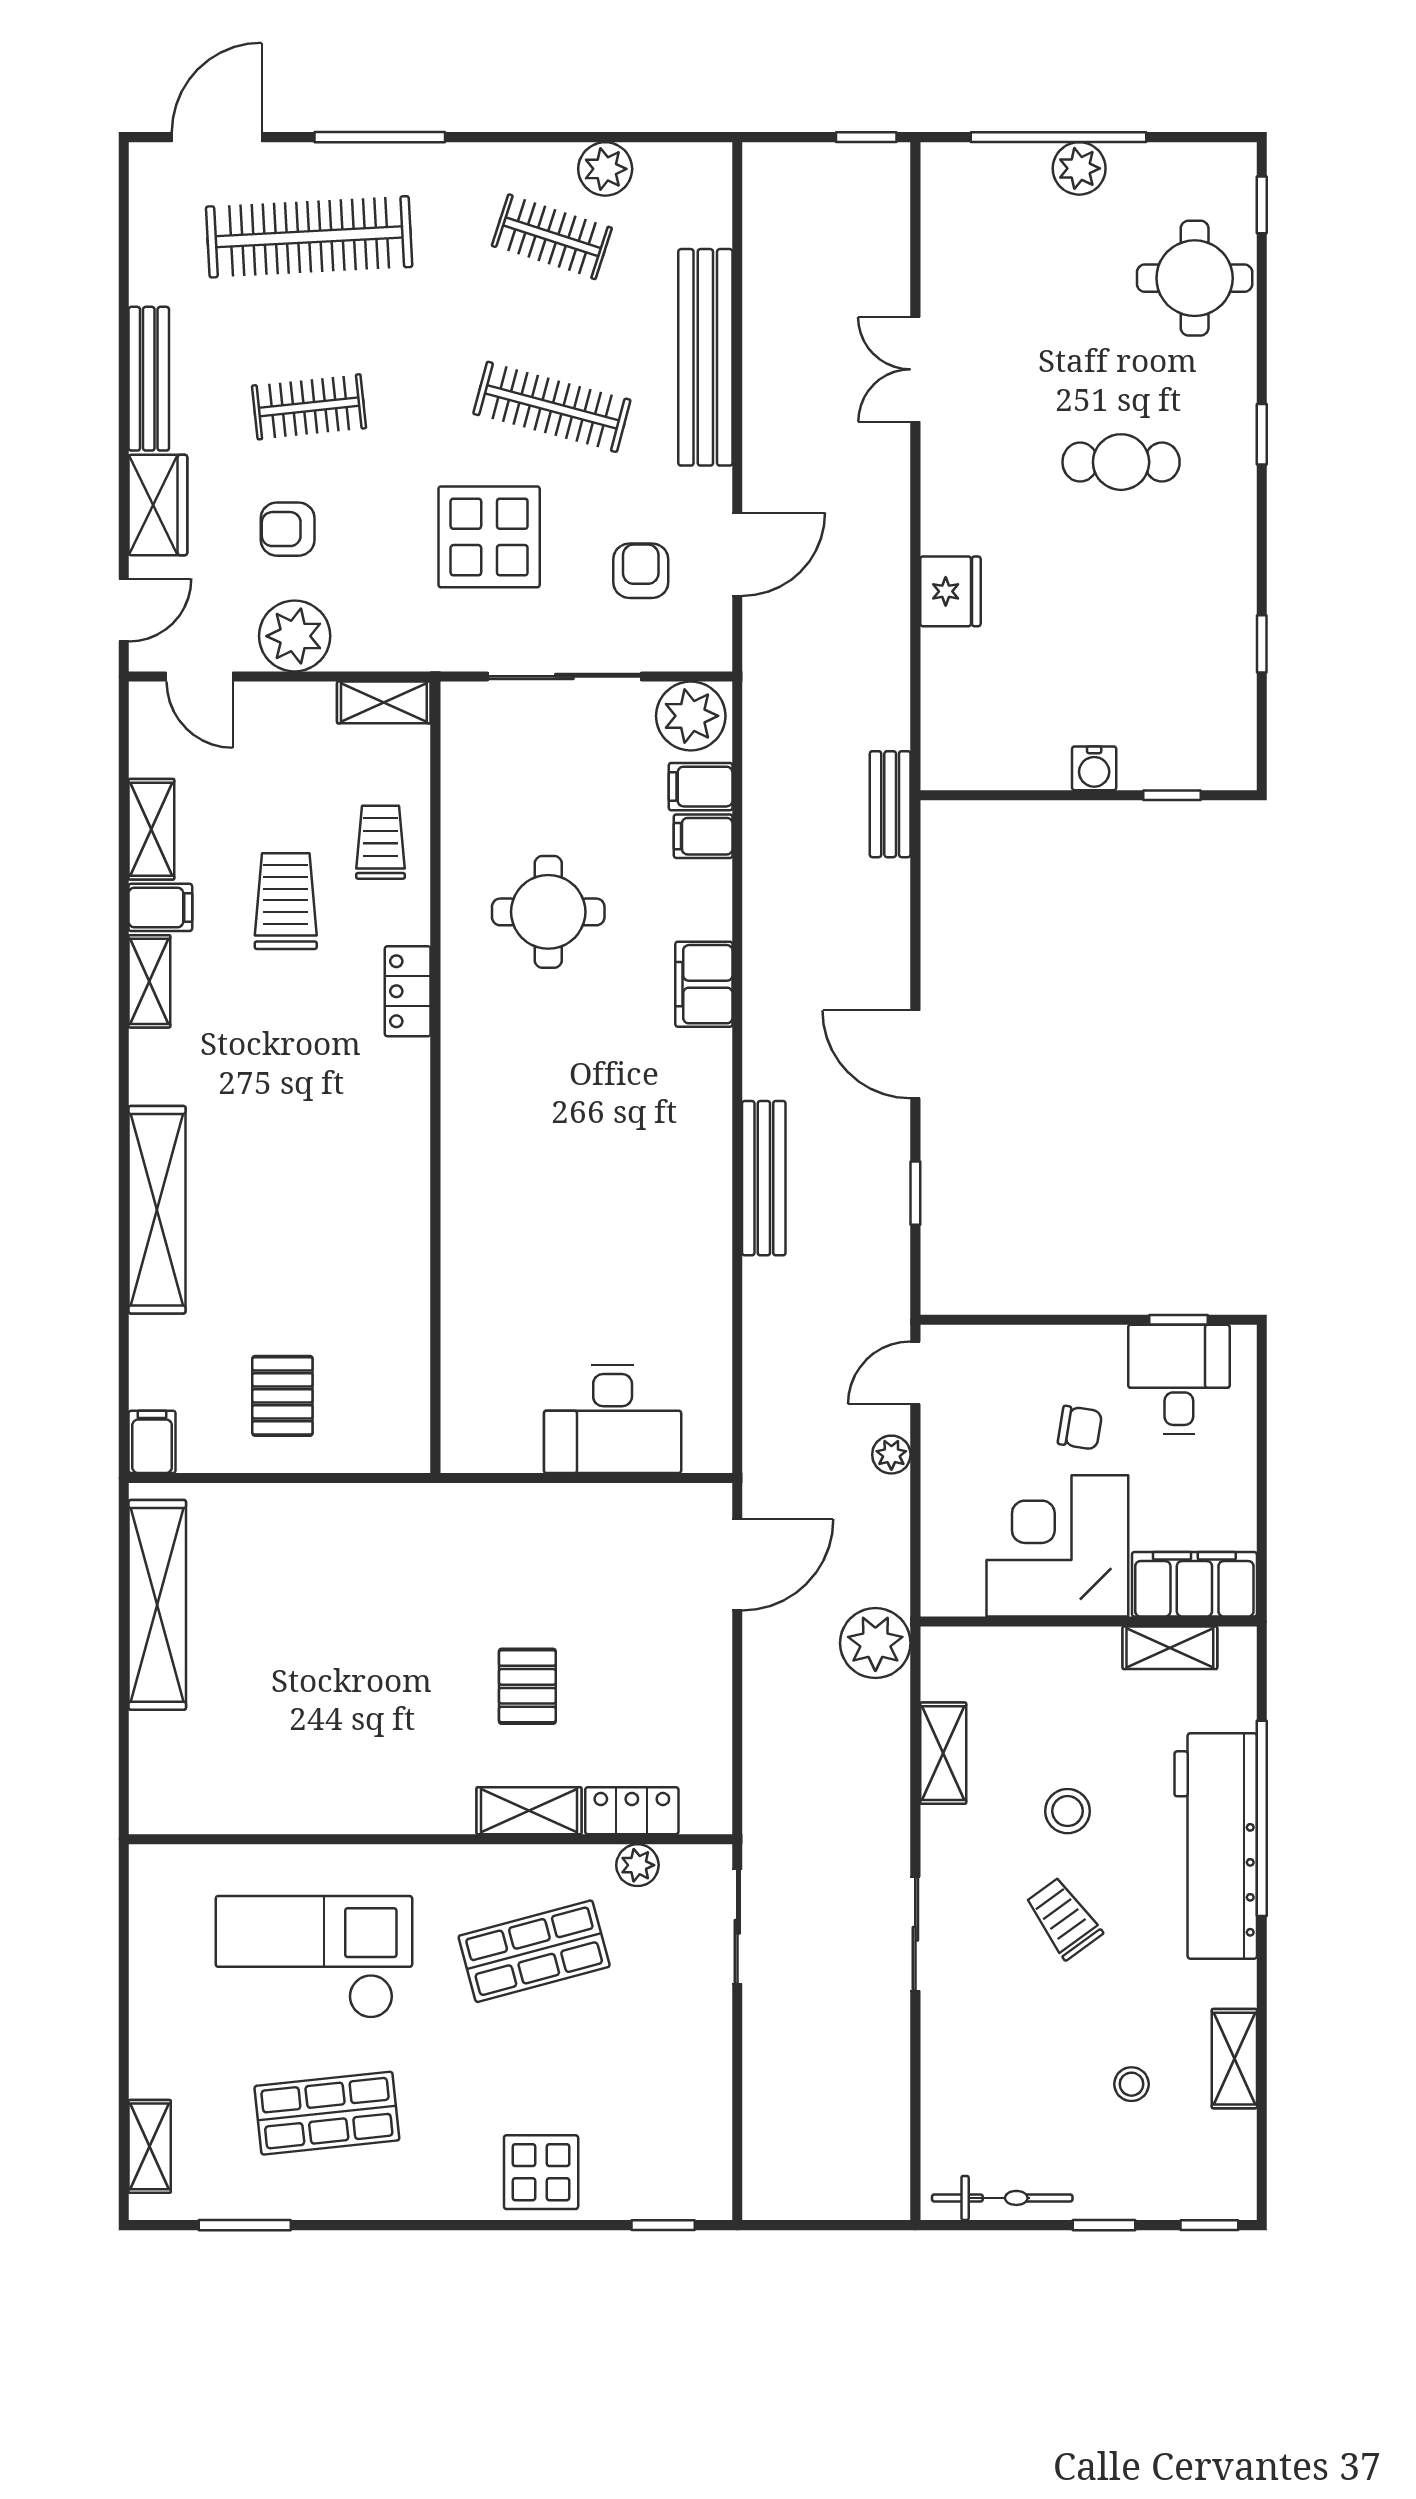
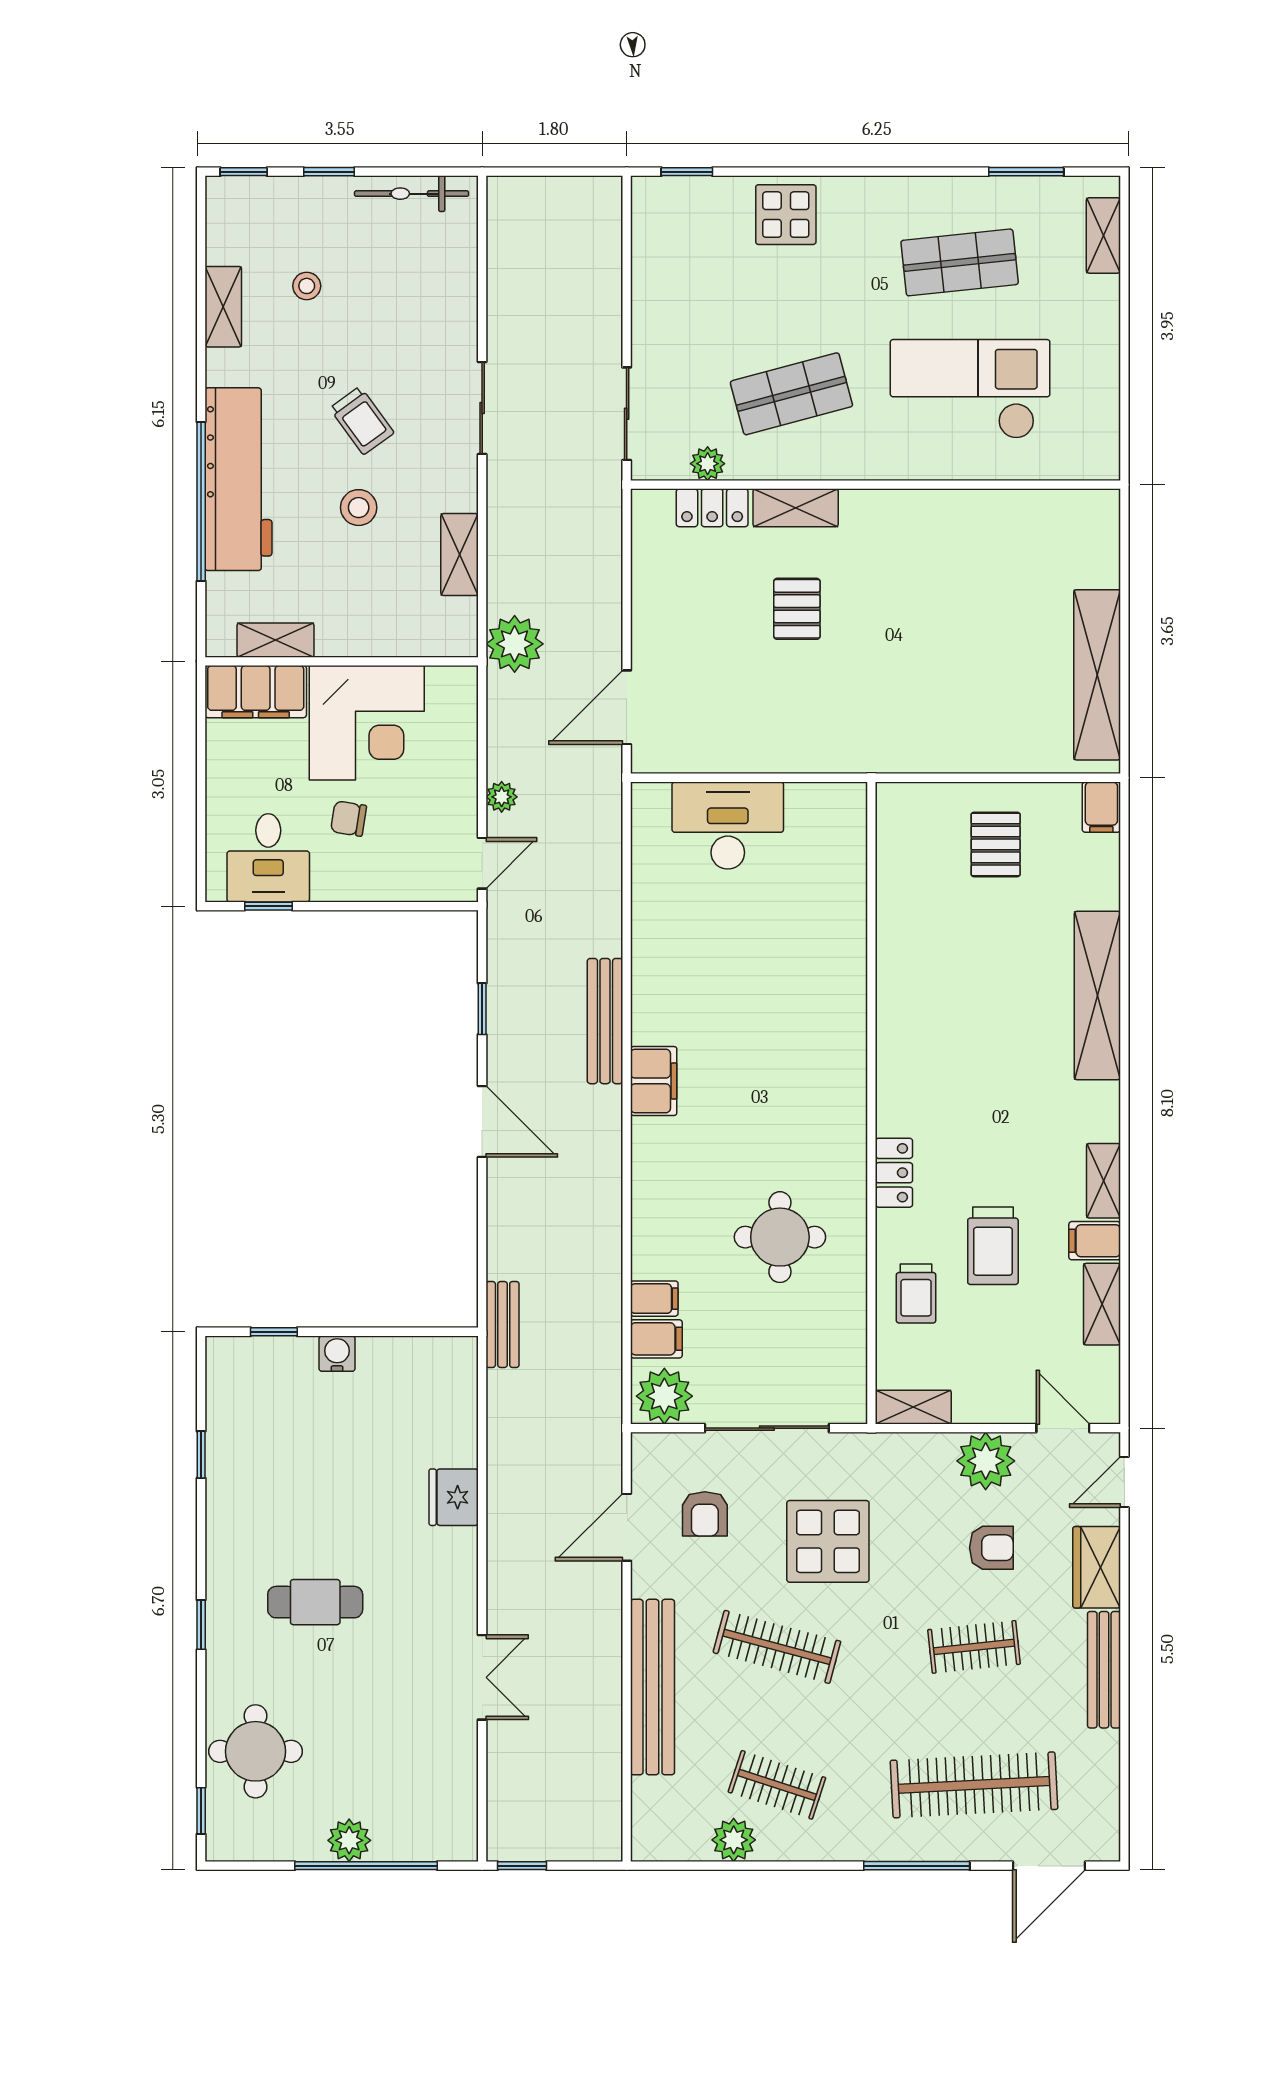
filing cabinet: (704, 984) -> (654, 1081), moved
checkout: (314, 1957) -> (970, 389), turned 180

